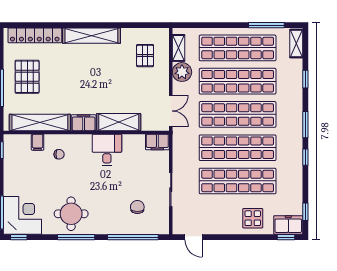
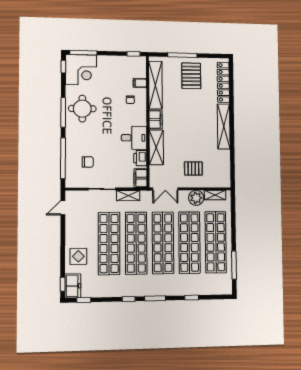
shelving: (296, 44) -> (128, 196), moved
pallet: (145, 56) -> (193, 168), moved
pallet: (27, 77) -> (191, 76), turned 90
printer: (132, 142) -> (140, 158), added

